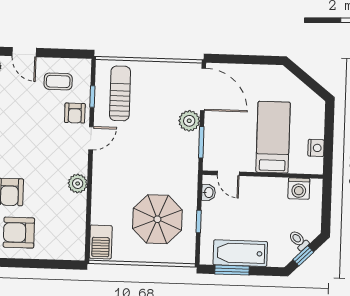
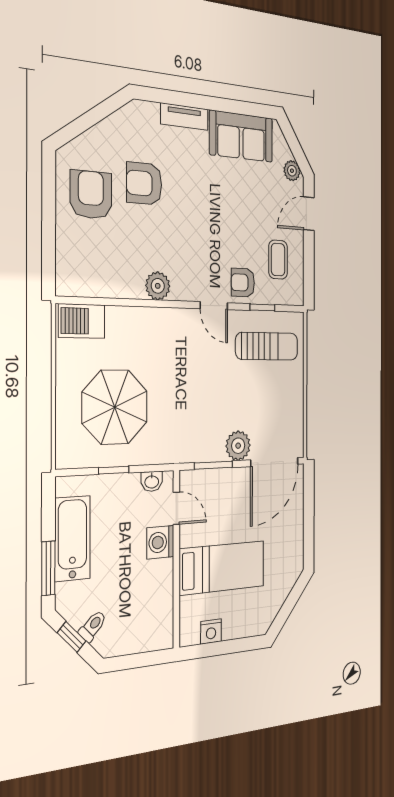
door: (228, 173) -> (176, 508), swing flipped
washing machine: (299, 189) -> (160, 542), moved
window: (232, 270) -> (48, 568), moved

